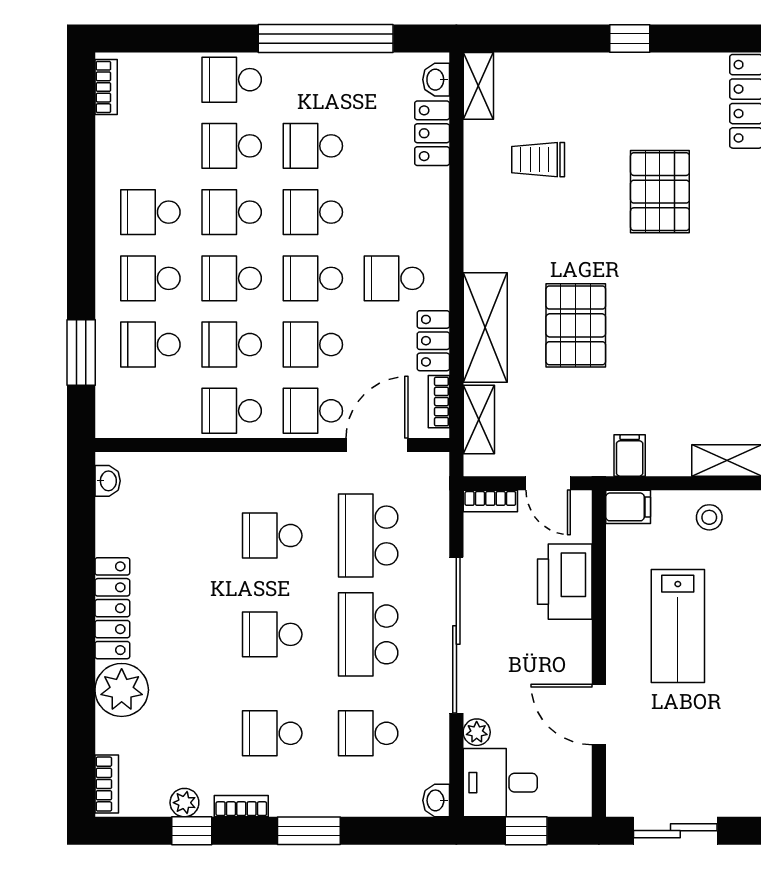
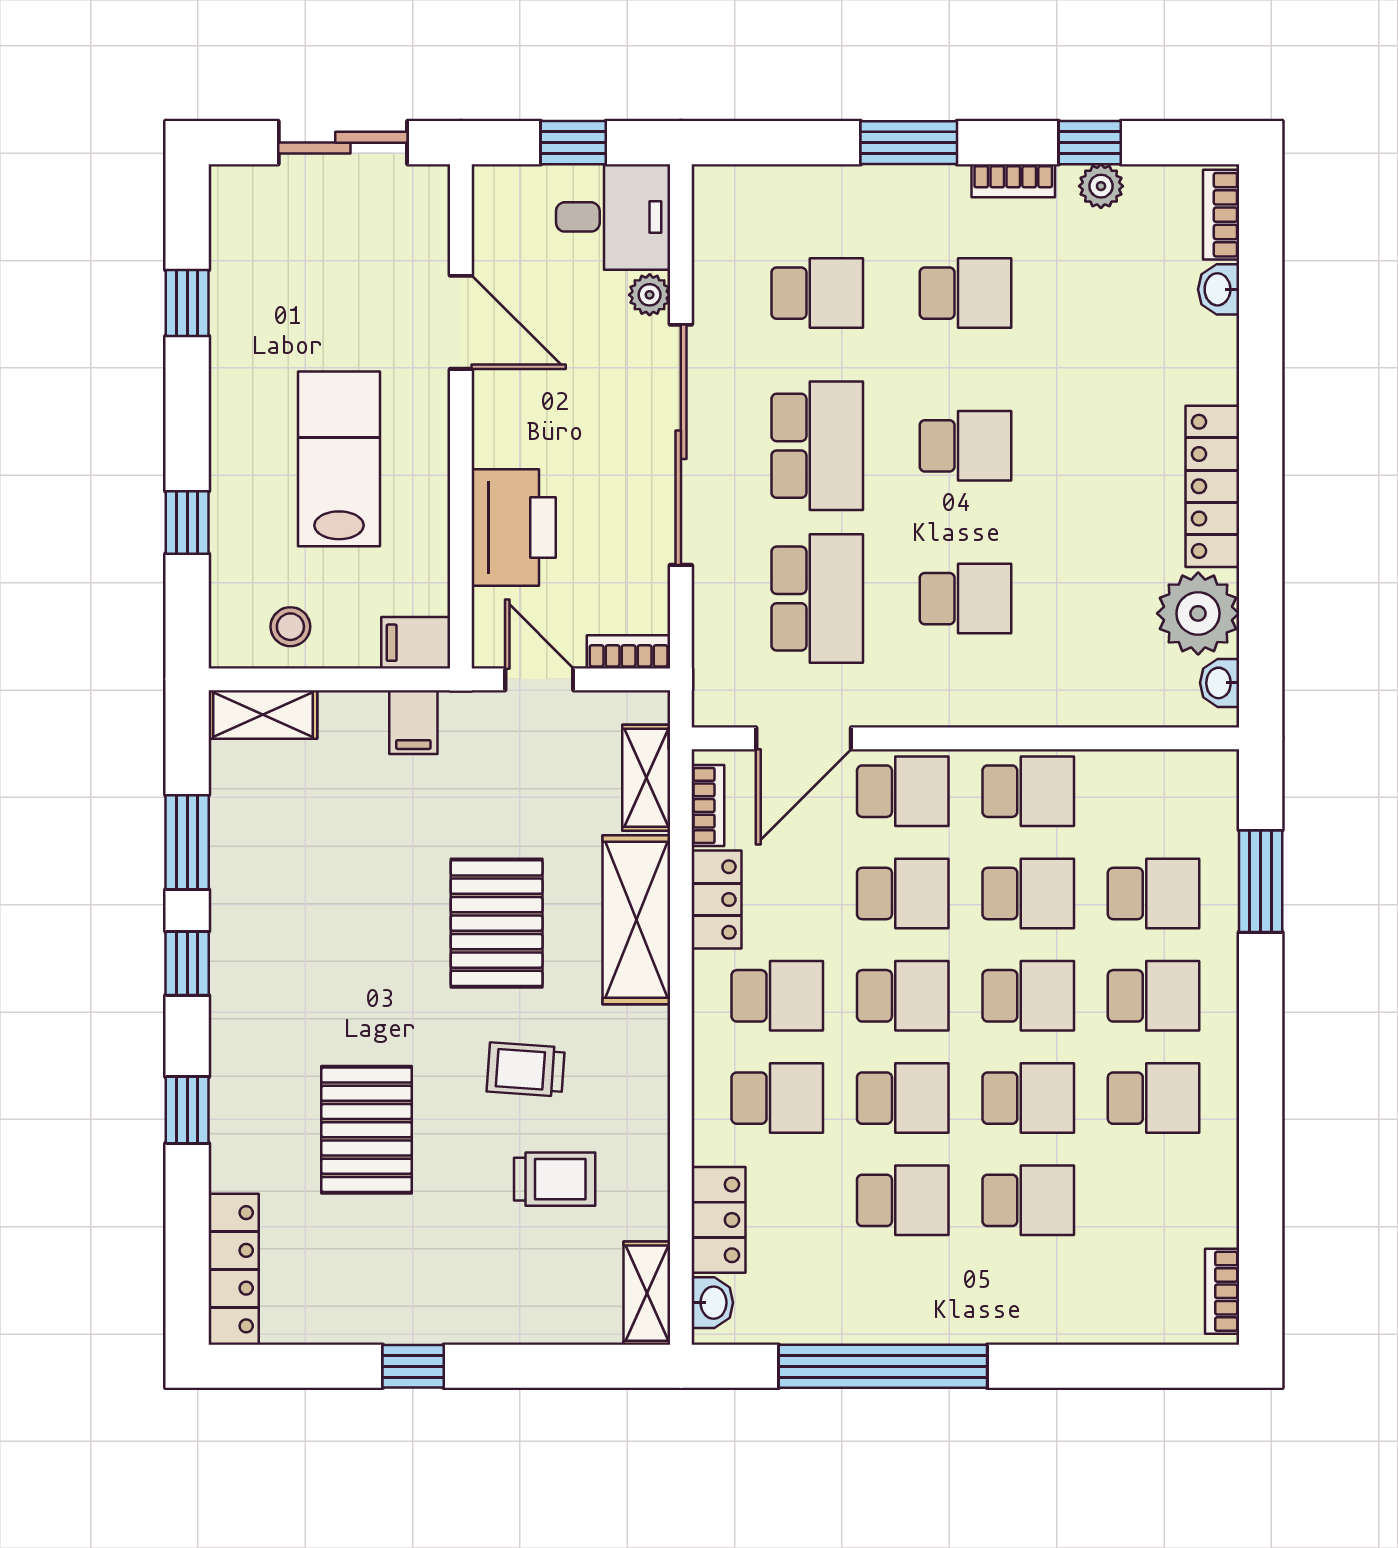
school desk: (232, 80) -> (777, 1098), moved
trolley: (557, 231) -> (526, 1070), added
plant: (122, 690) -> (1198, 613), moved
washbasin: (436, 800) -> (1219, 289), moved, turned 180

